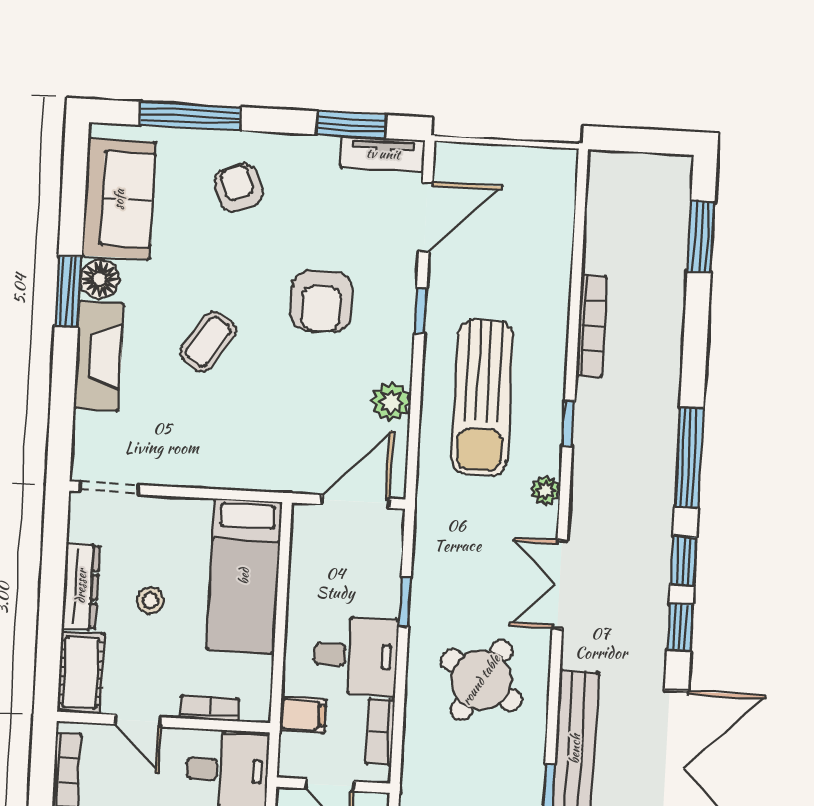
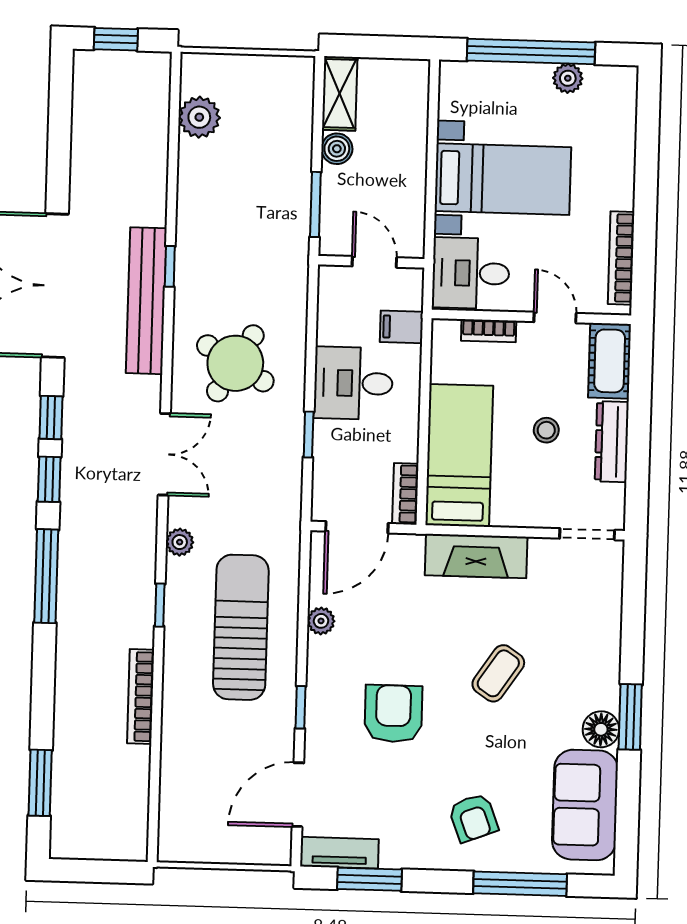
fireplace: (99, 356) -> (476, 556), moved, turned -90
plant: (391, 402) -> (321, 621), width x0.73, depth x0.73
bookcase: (380, 731) -> (405, 494), moved, turned 180

